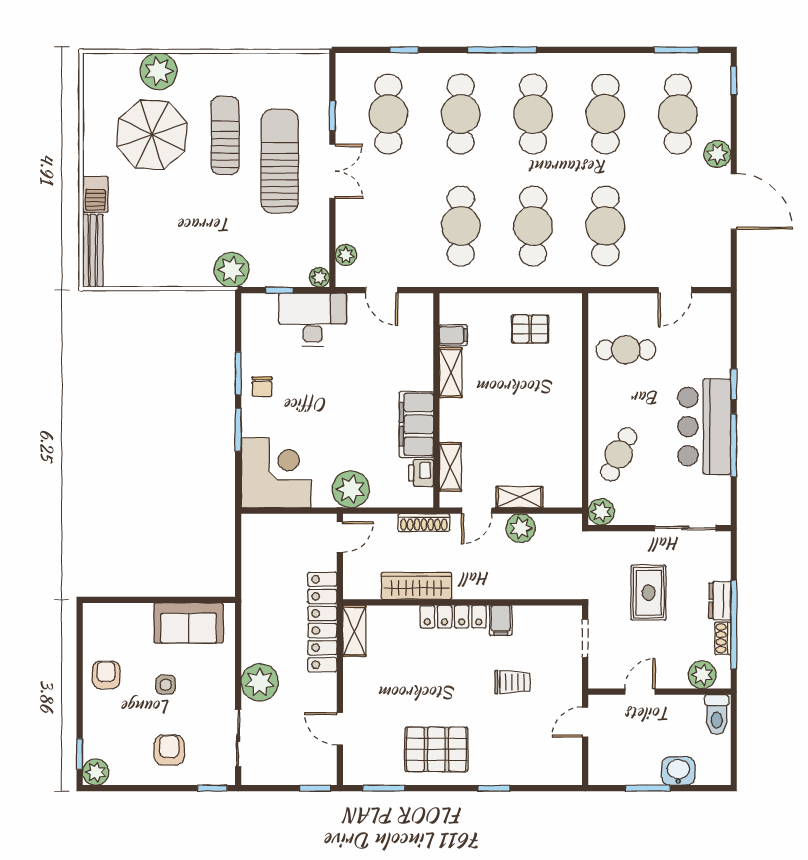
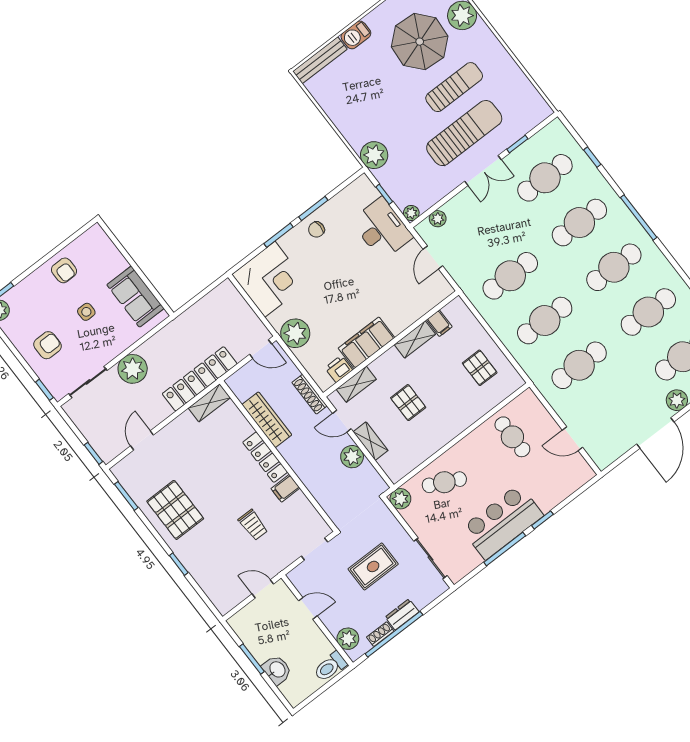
pallet: (510, 429) -> (408, 403), added
armchair: (106, 675) -> (64, 270), turned 90

